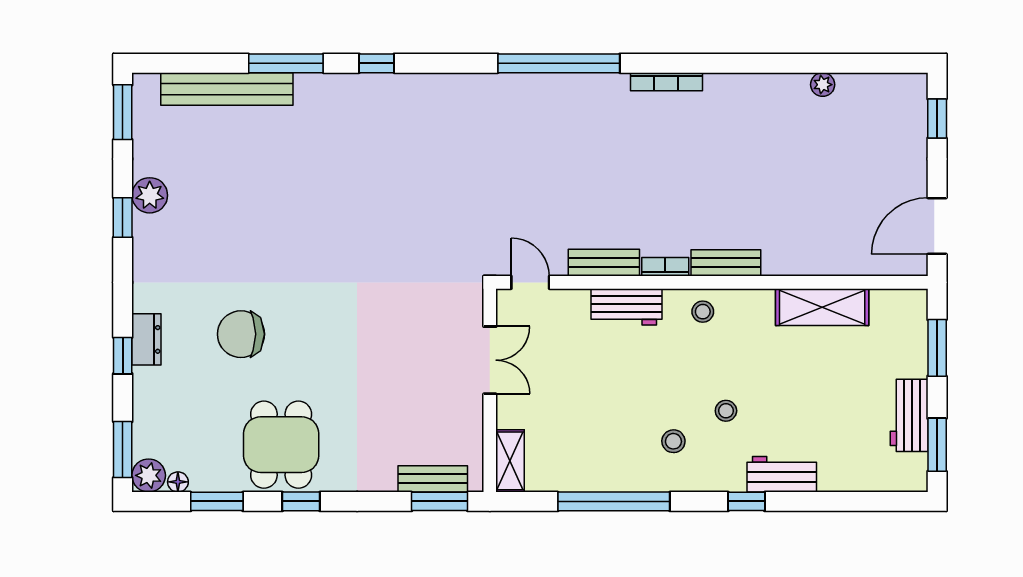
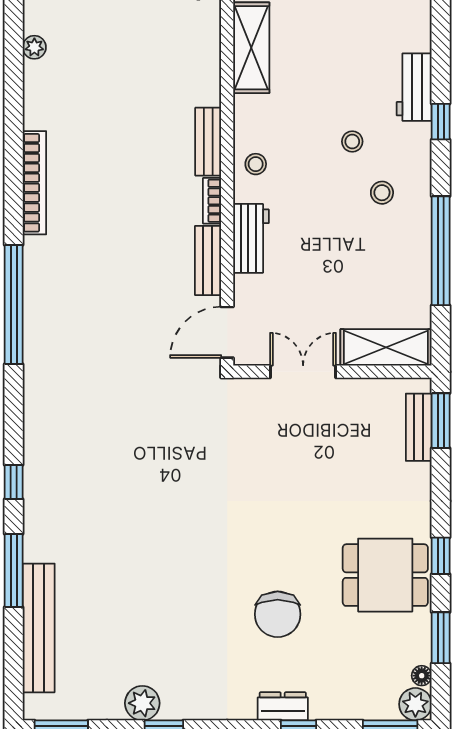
bookcase: (666, 82) -> (34, 183), width x1.48, depth x1.31
door: (530, 282) -> (227, 332), width x1.38
shelving: (510, 461) -> (386, 347), width x1.50, depth x1.33

